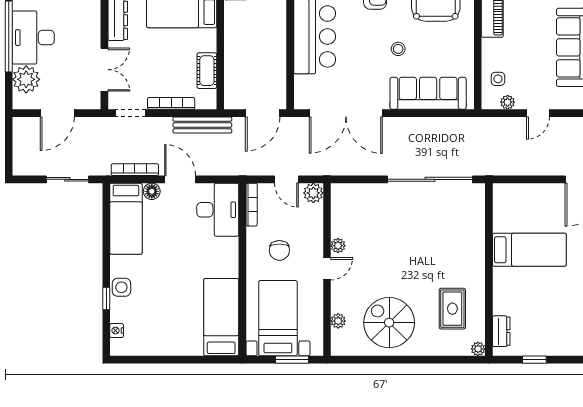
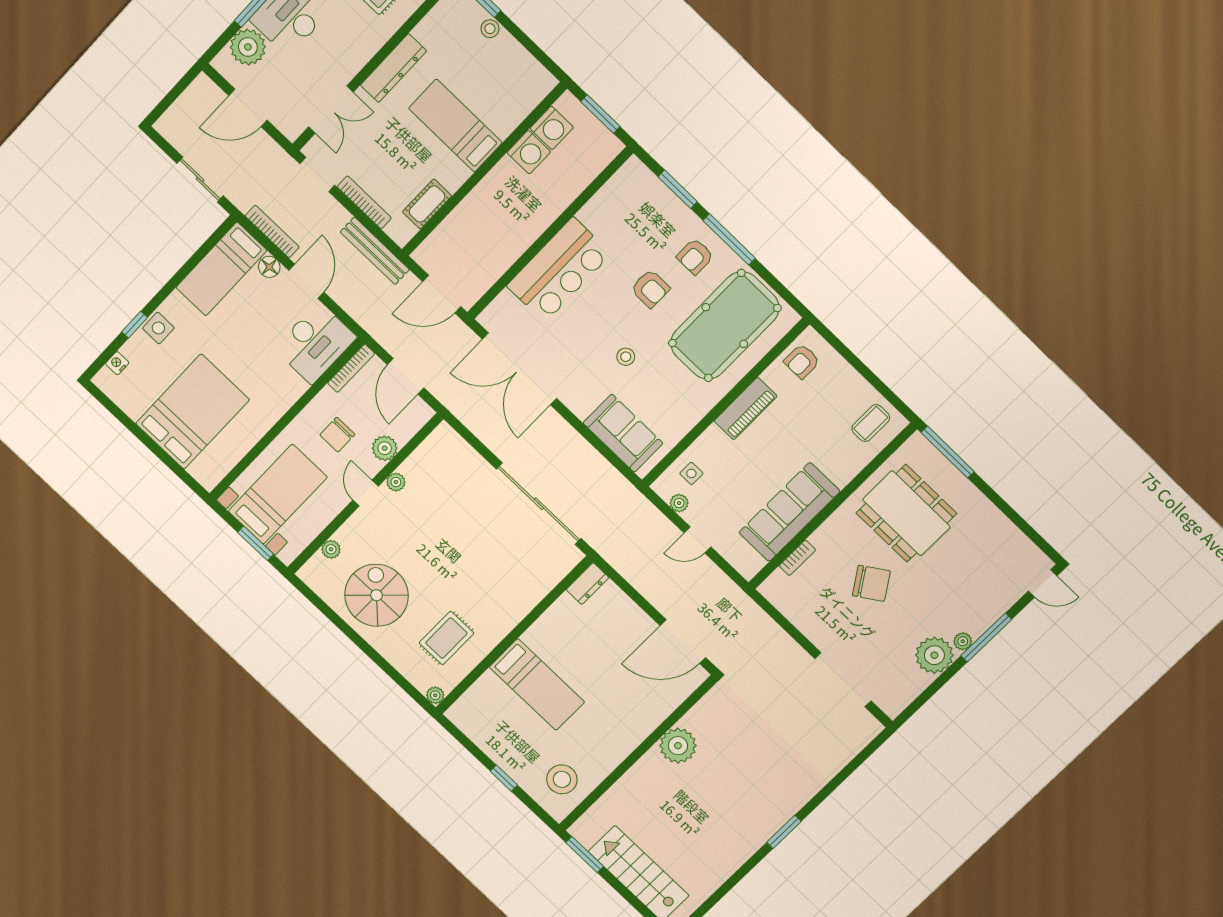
sofa: (428, 93) -> (623, 433), width x0.73
door: (286, 179) -> (406, 376), width x1.38
plant: (313, 193) -> (385, 448), moved
bed: (529, 250) -> (537, 684), moved
door: (327, 269) -> (366, 493), swing flipped
bed: (221, 317) -> (192, 412), moved, width x1.50
dresser: (501, 331) -> (588, 584), moved
window: (534, 360) -> (504, 778), moved

